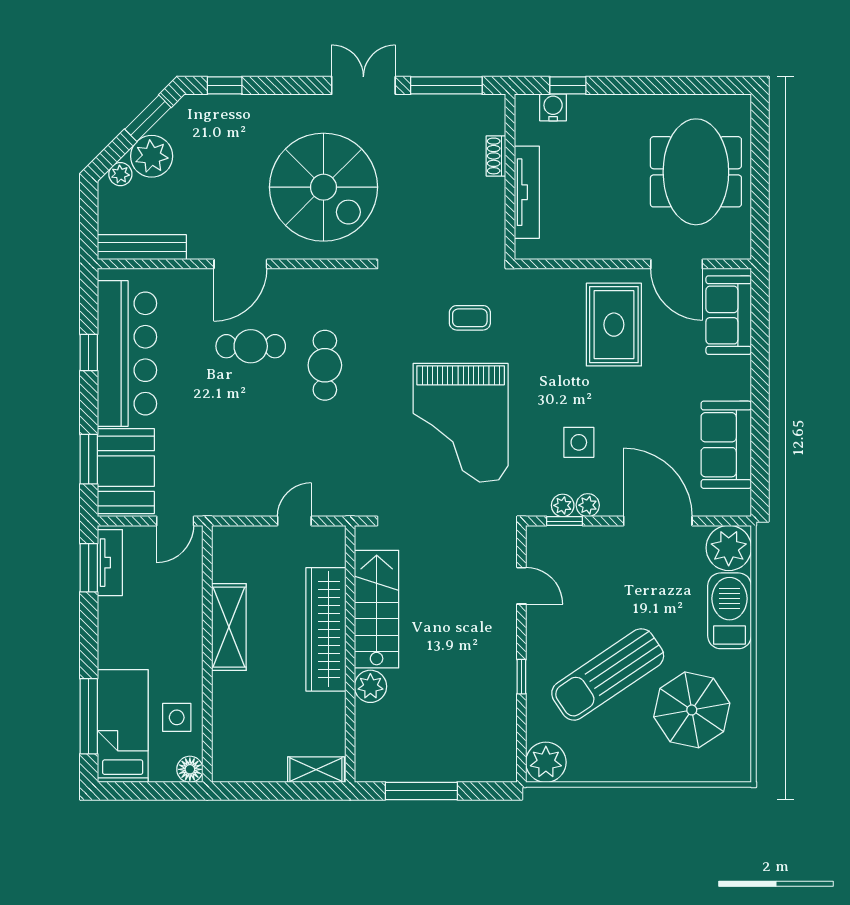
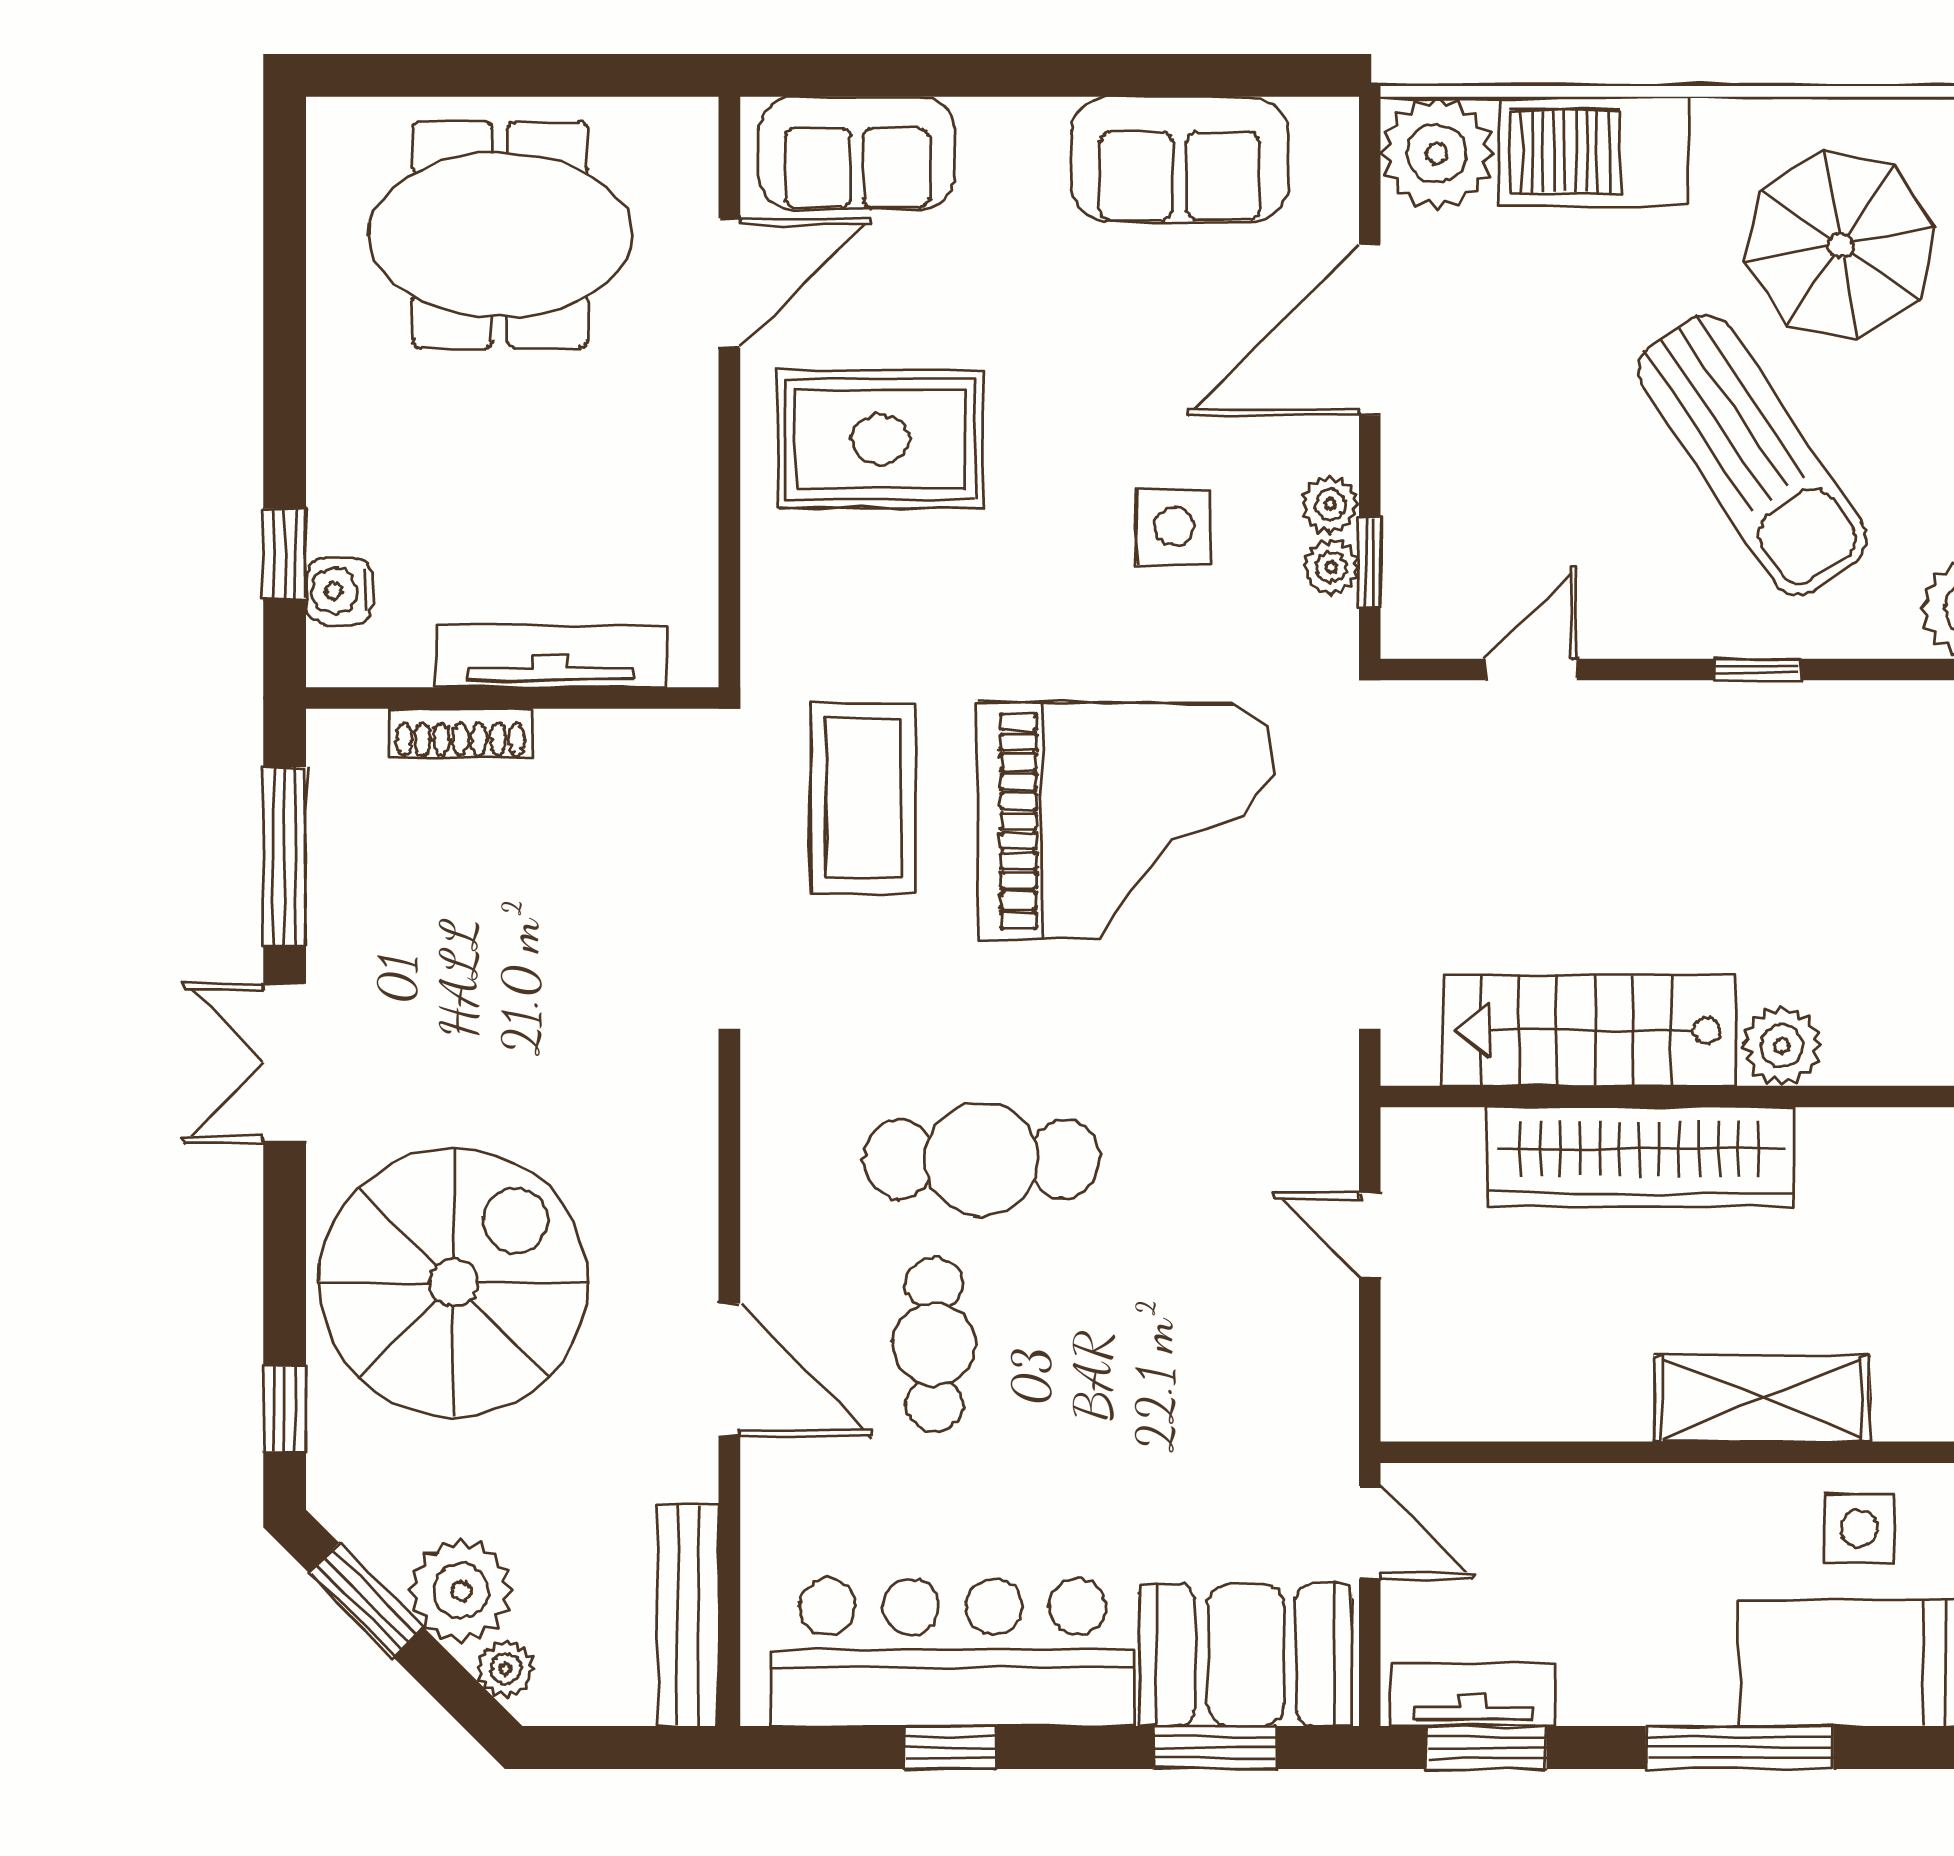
shoe rack: (496, 156) -> (460, 733), width x1.43
spiral stairs: (323, 187) -> (453, 1282), moved
coffee table: (470, 318) -> (864, 798), width x1.86, depth x1.72
cafe table: (325, 365) -> (982, 1159), width x1.37, depth x1.35
shelving: (229, 627) -> (1762, 1398), moved
window: (89, 716) -> (1740, 1748), moved

